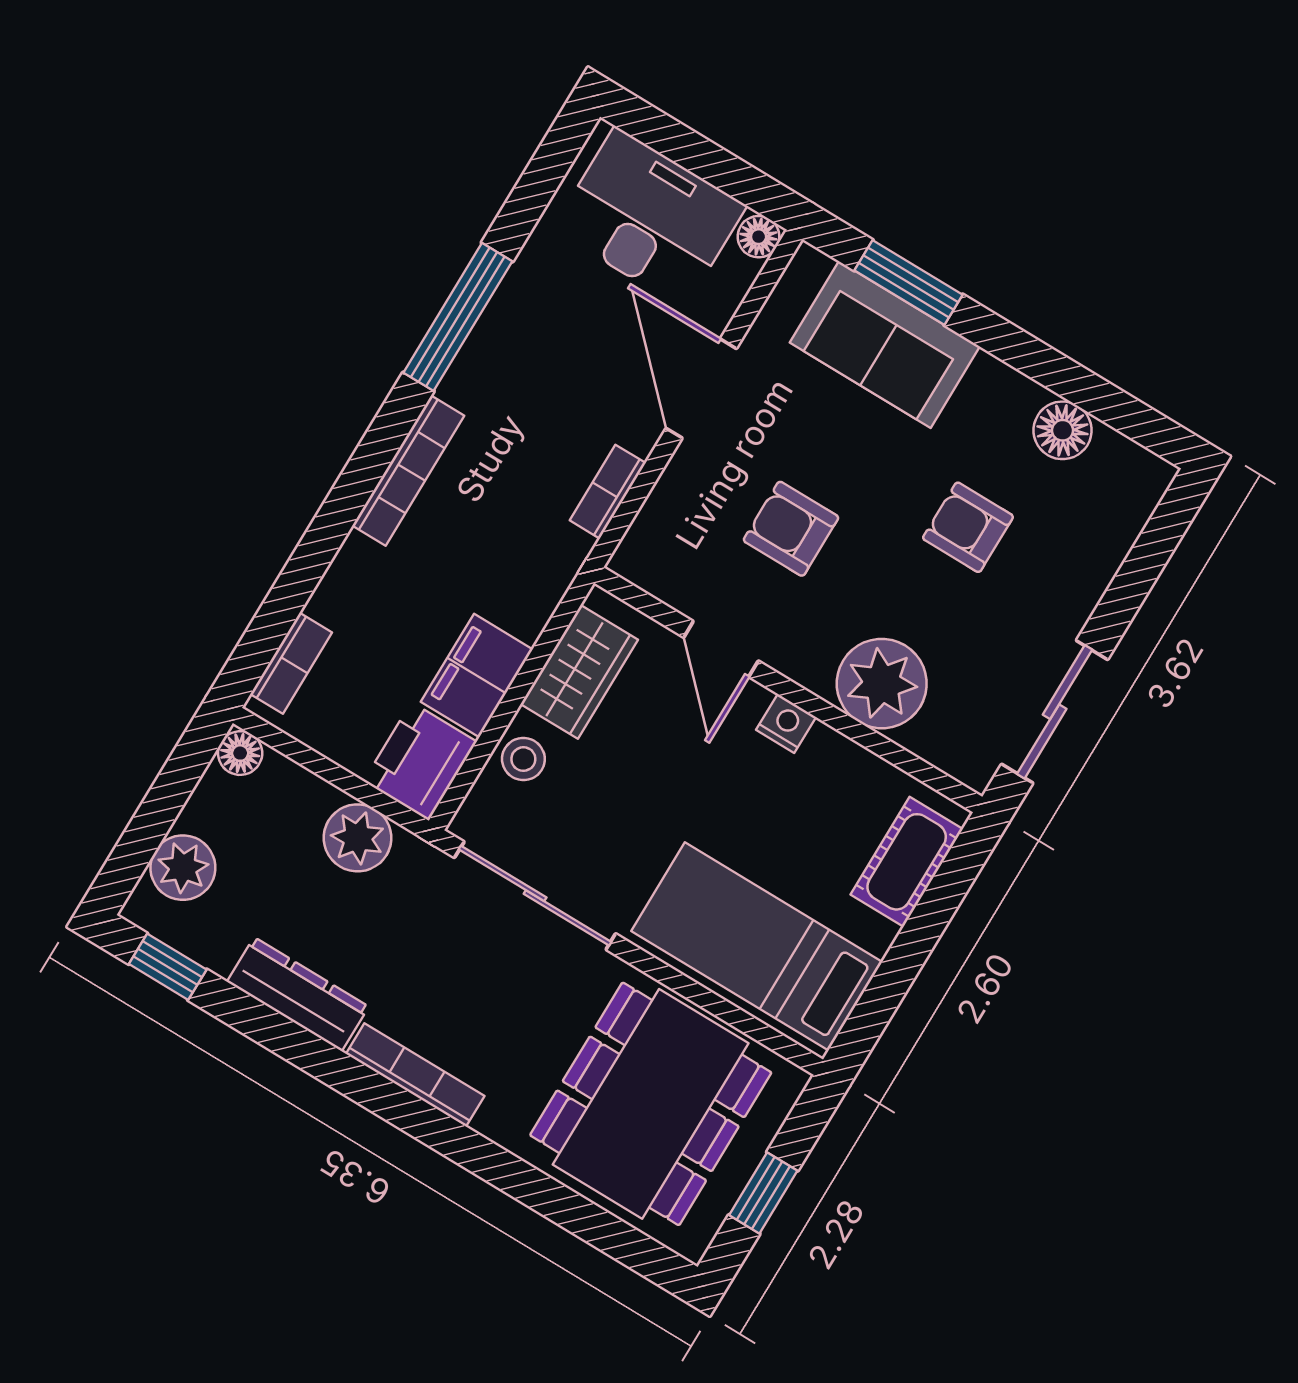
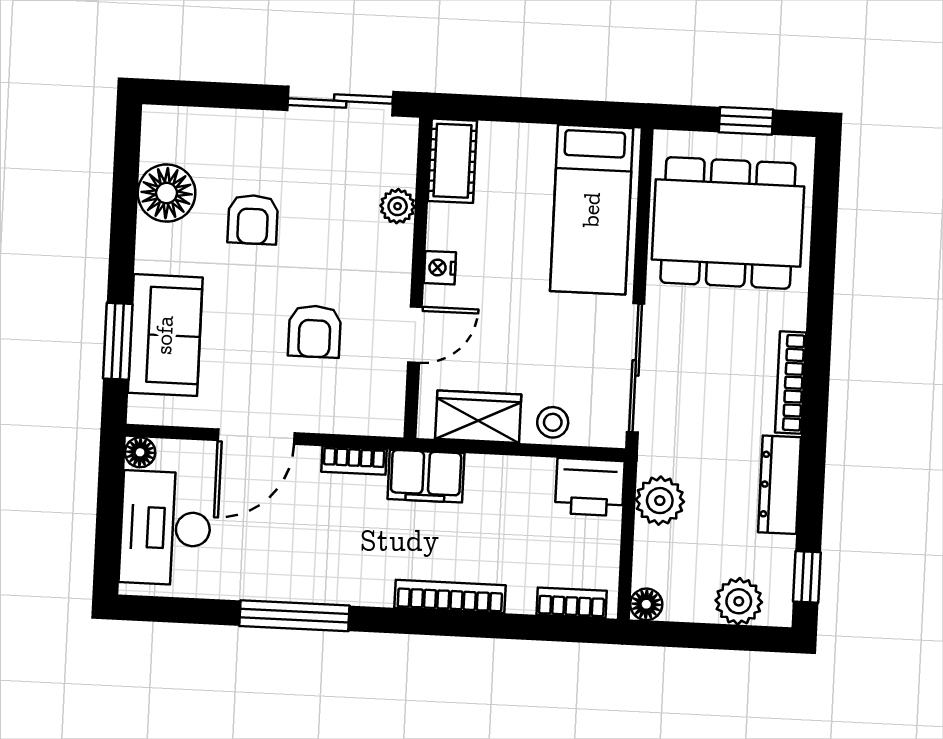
floor lamp: (1063, 430) -> (167, 193), width x1.38, depth x1.38
bookcase: (408, 471) -> (450, 596), moved
filing cabinet: (477, 676) -> (426, 476), moved
plant: (882, 684) -> (398, 206), width x0.53, depth x0.53
cot: (907, 862) -> (452, 161), moved, turned 90

